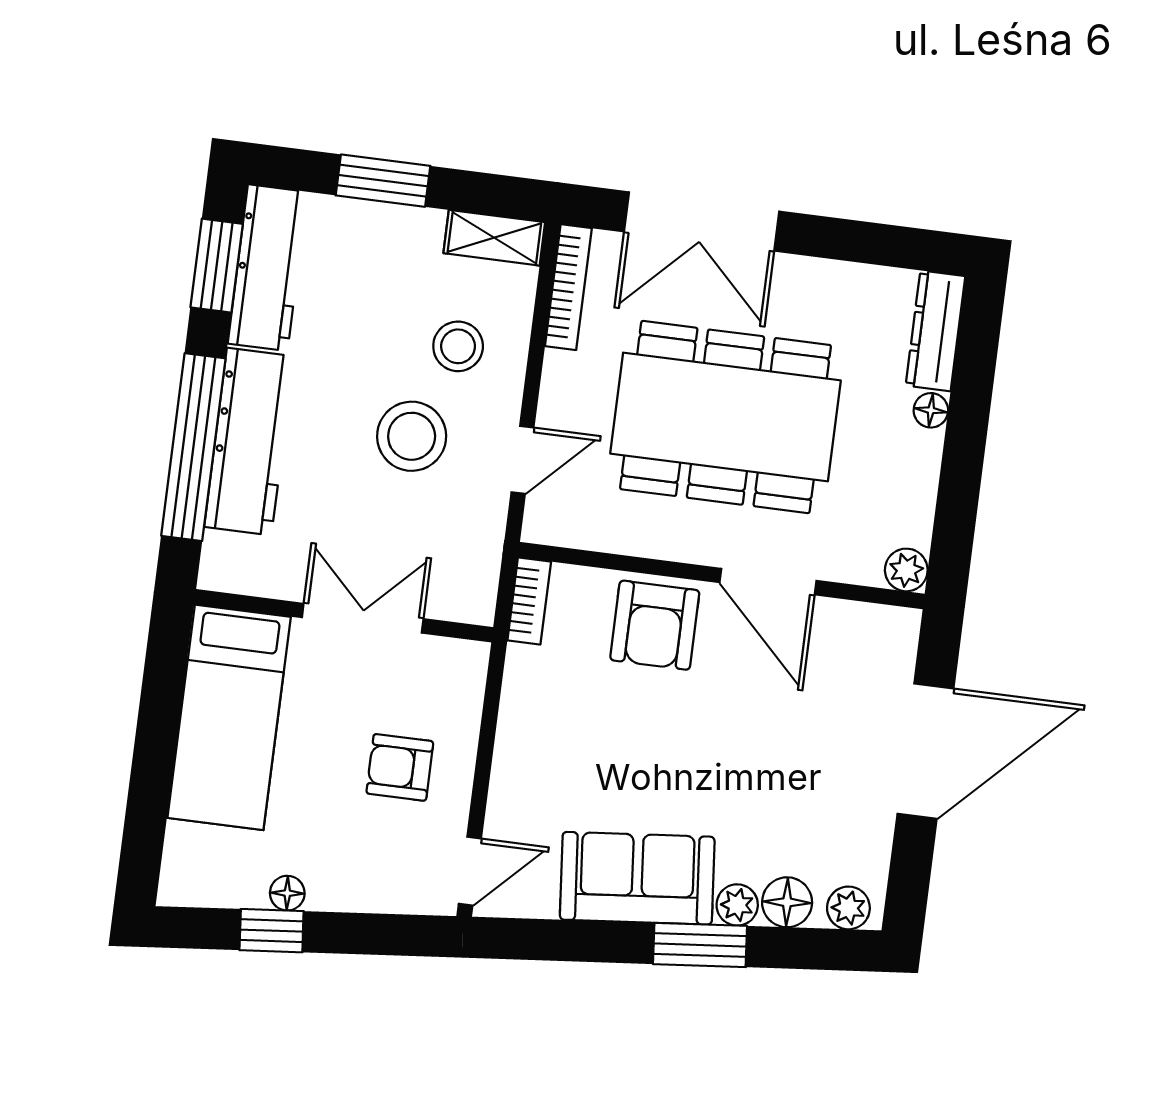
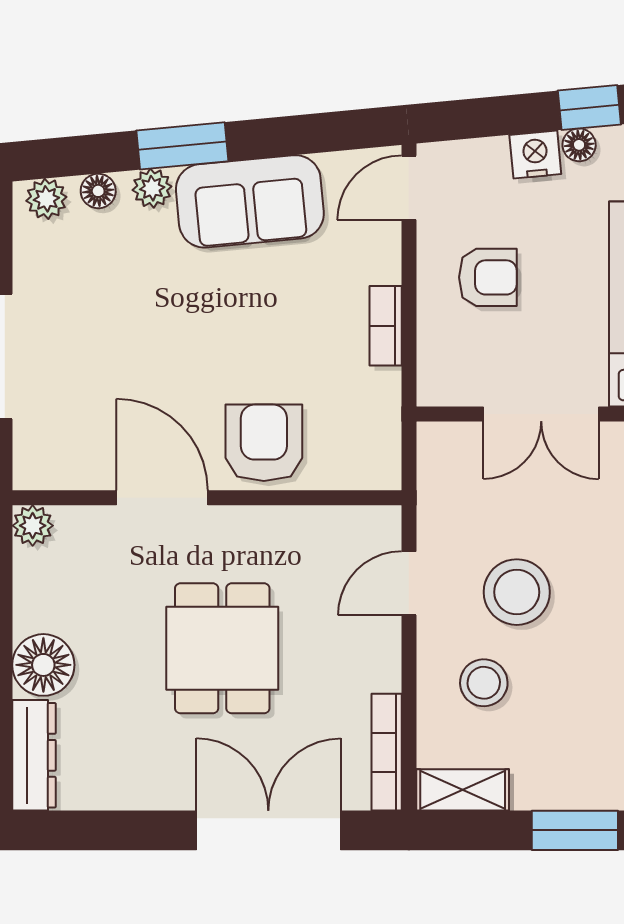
floor lamp: (931, 410) -> (43, 665), width x1.89, depth x1.89
dining table: (725, 417) -> (222, 648), width x0.53, depth x0.80
bookcase: (529, 601) -> (386, 326), moved
nightstand: (334, 889) -> (535, 155), added
floor lamp: (787, 902) -> (98, 191), width x0.73, depth x0.73

